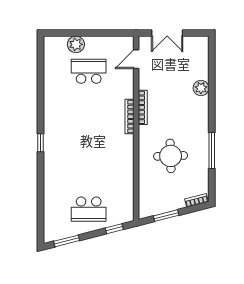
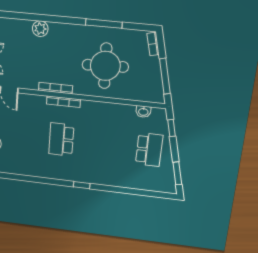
school desk: (89, 71) -> (61, 140), moved
round table: (171, 156) -> (105, 66), width x1.36, depth x1.36
washbasin: (128, 199) -> (143, 112), added
window: (166, 216) -> (165, 76), width x1.44

